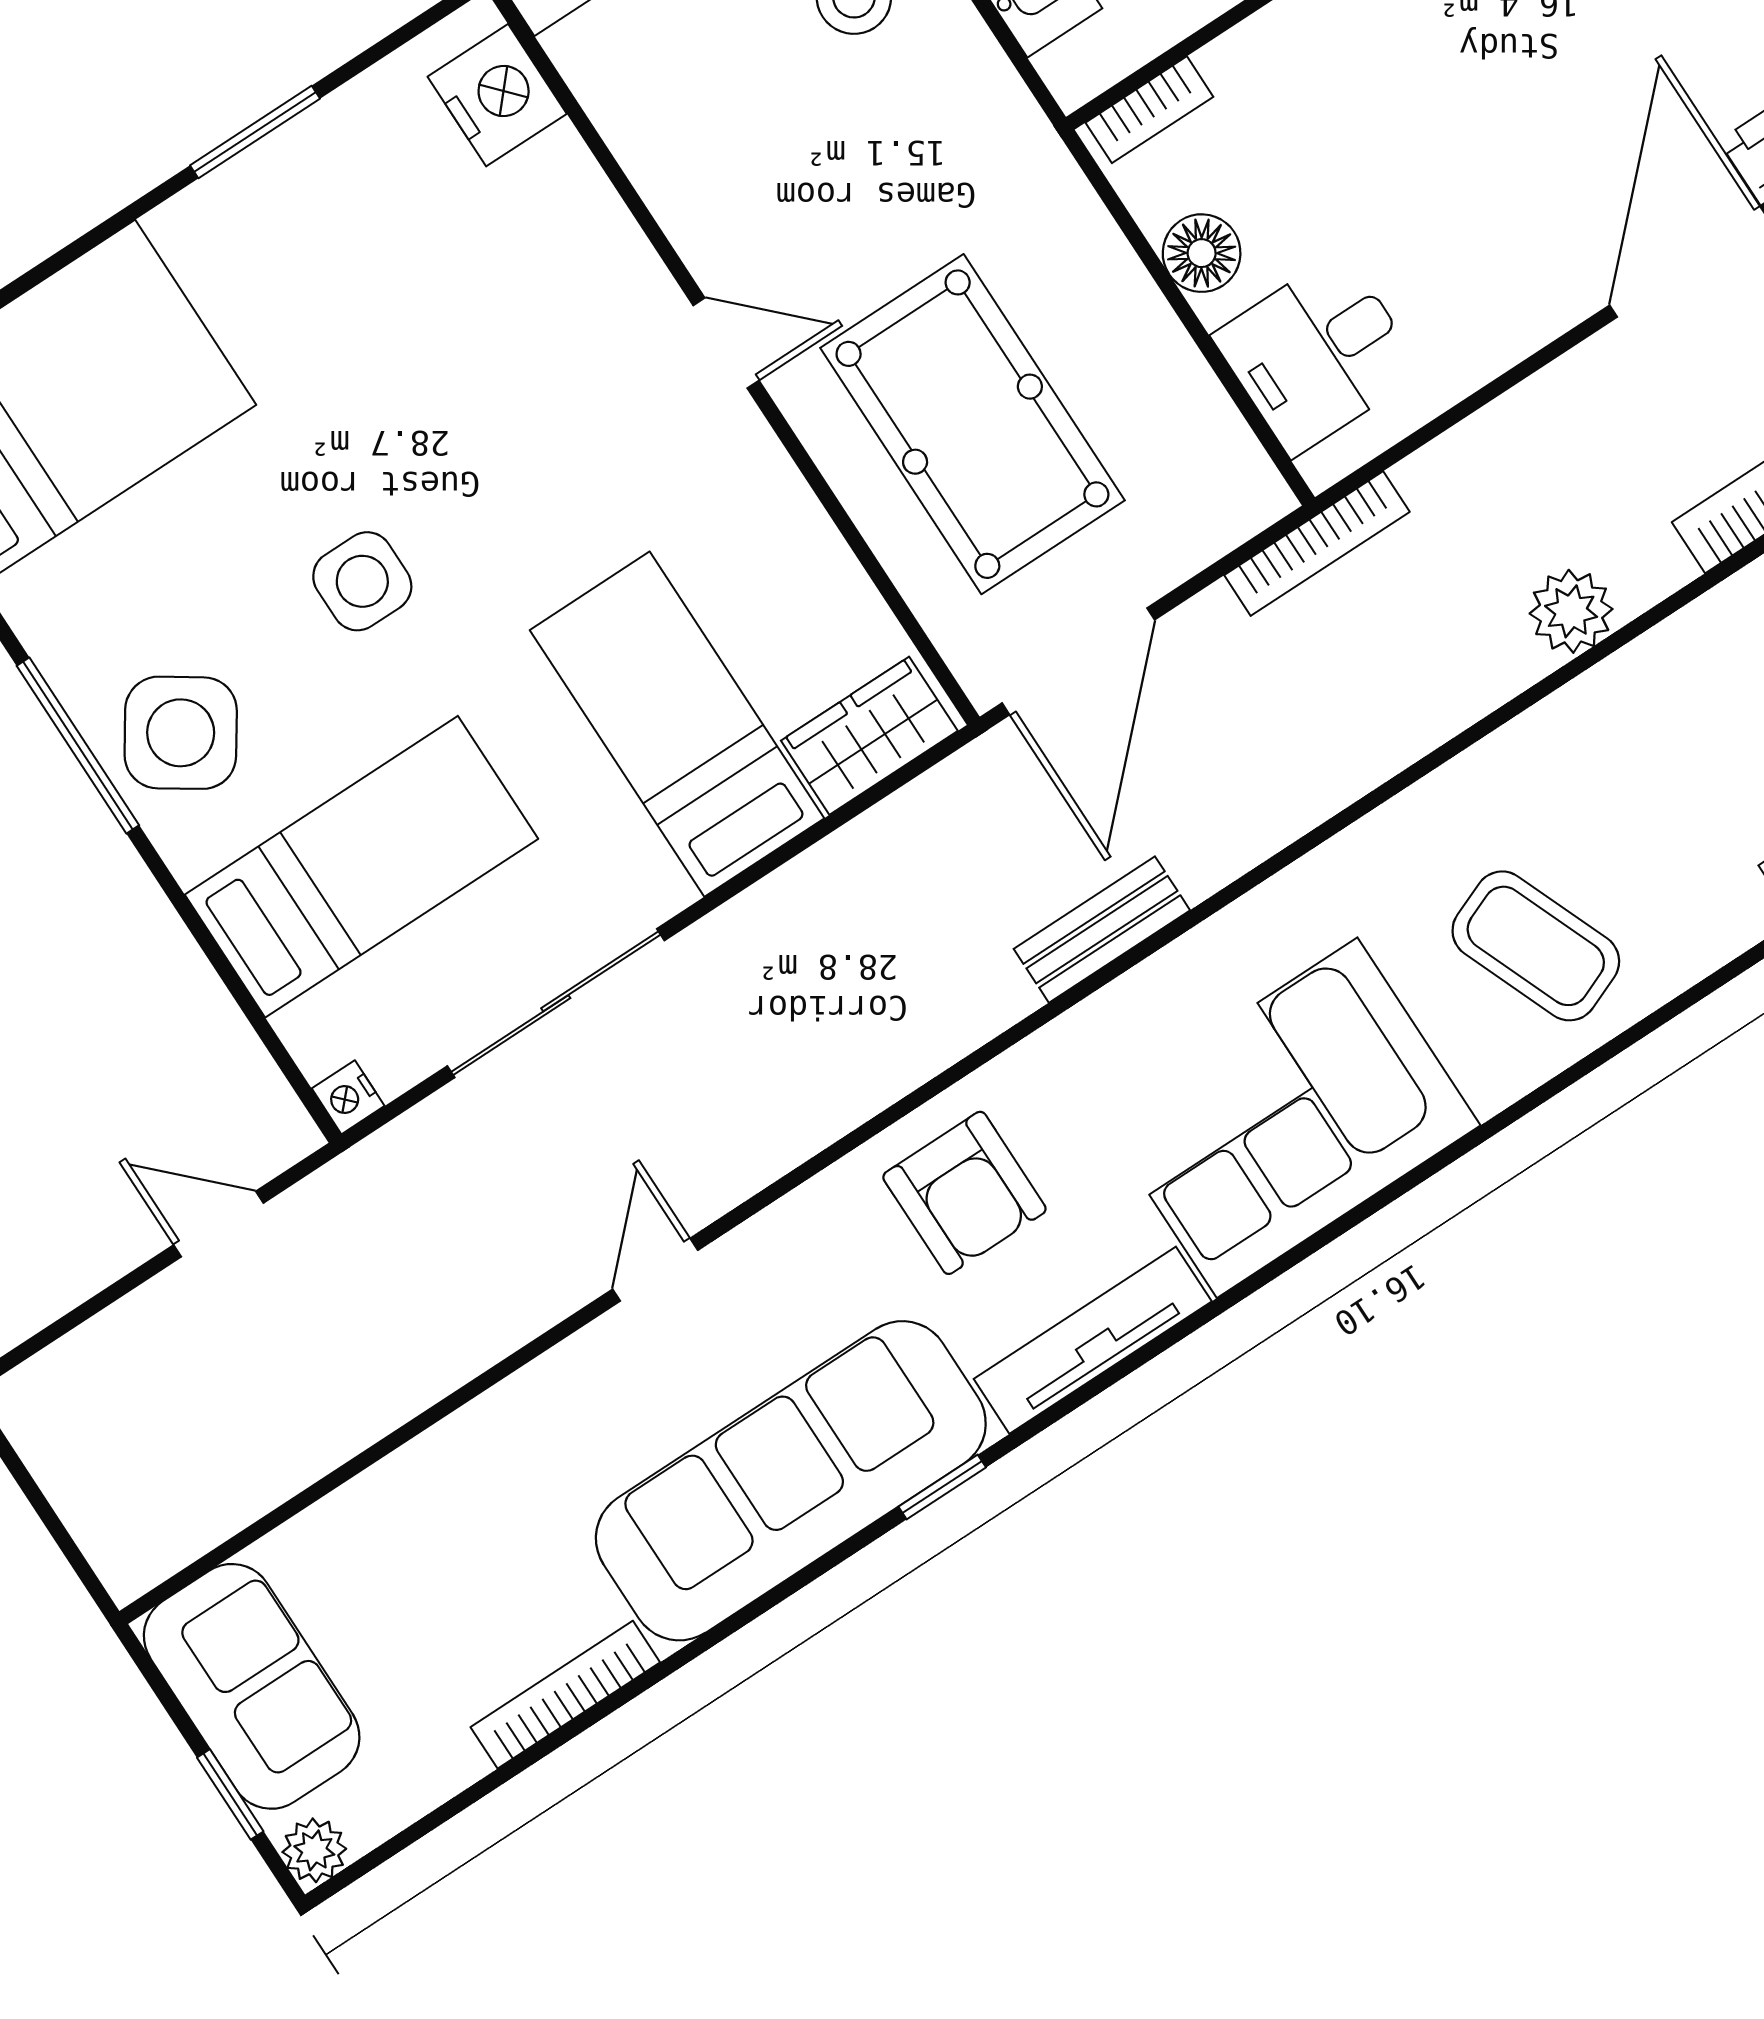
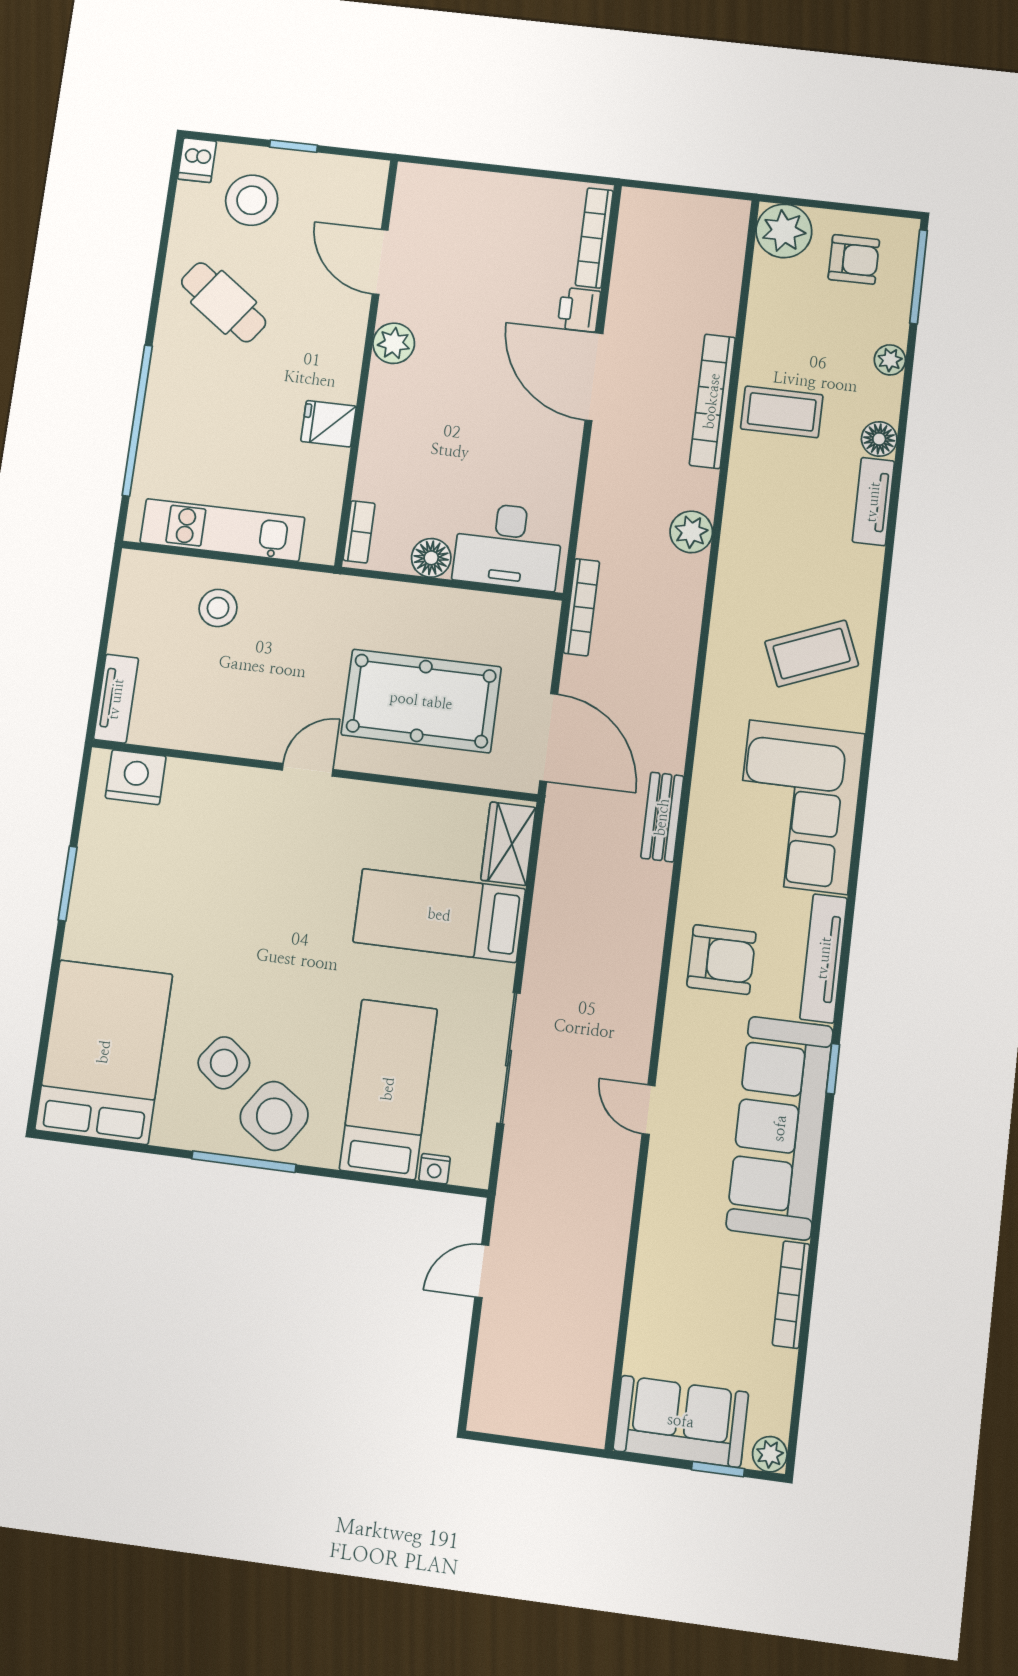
desk: (1318, 354) -> (508, 546), width x1.37
side table: (362, 581) -> (224, 1063), moved, turned 38
nightstand: (348, 1097) -> (435, 1169), moved

